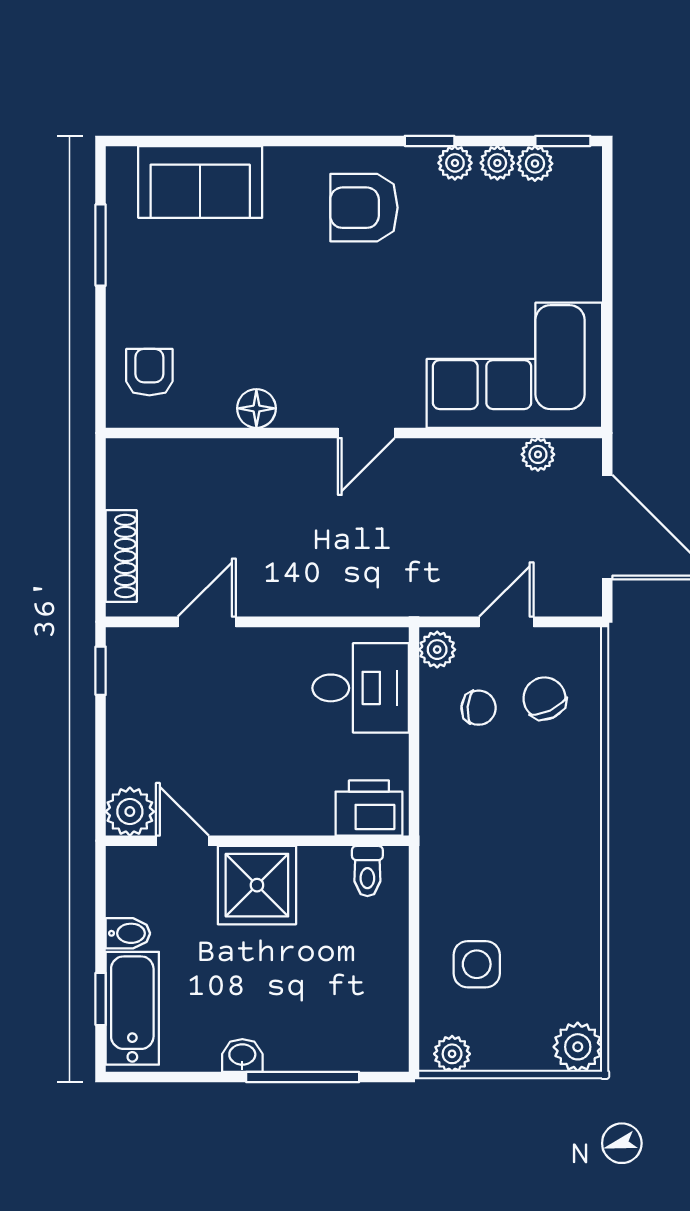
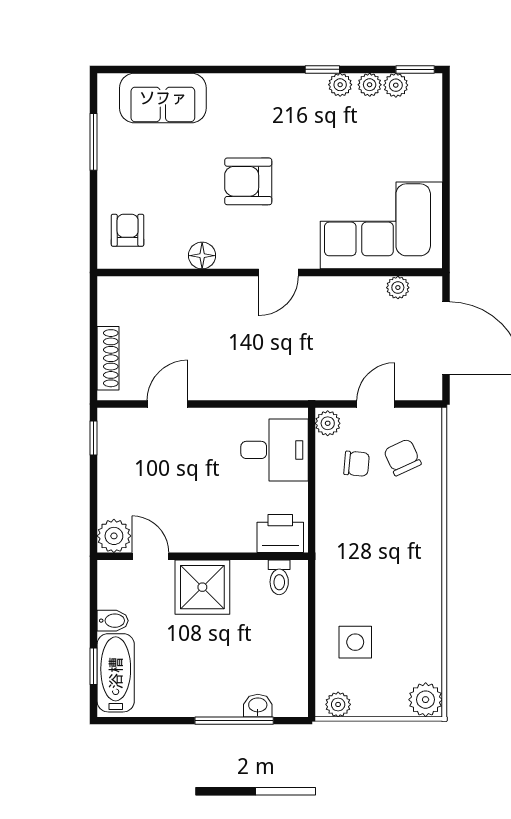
armchair: (364, 208) -> (248, 181), moved
washbasin: (242, 1055) -> (258, 706), moved

